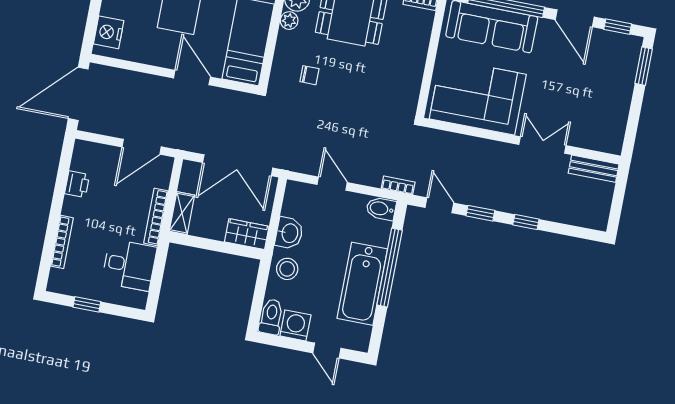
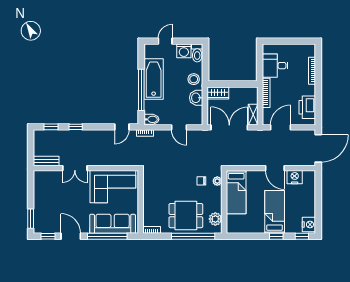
plant: (289, 21) -> (217, 181), moved
nightstand: (109, 32) -> (295, 177), moved, turned -90
door: (192, 77) -> (275, 168), moved
printer: (77, 184) -> (307, 107), width x1.87, depth x1.48
door: (439, 205) -> (122, 127), hinge flipped
shelving: (182, 213) -> (253, 115), moved
window: (480, 213) -> (51, 127), moved
window: (87, 304) -> (293, 41), removed
door: (327, 351) -> (165, 41), hinge flipped

